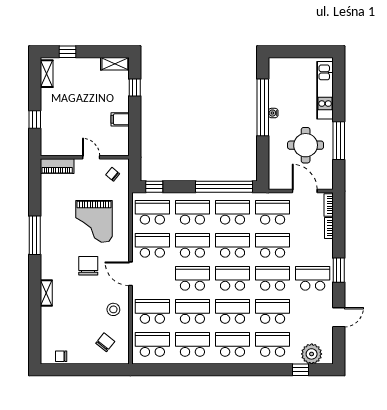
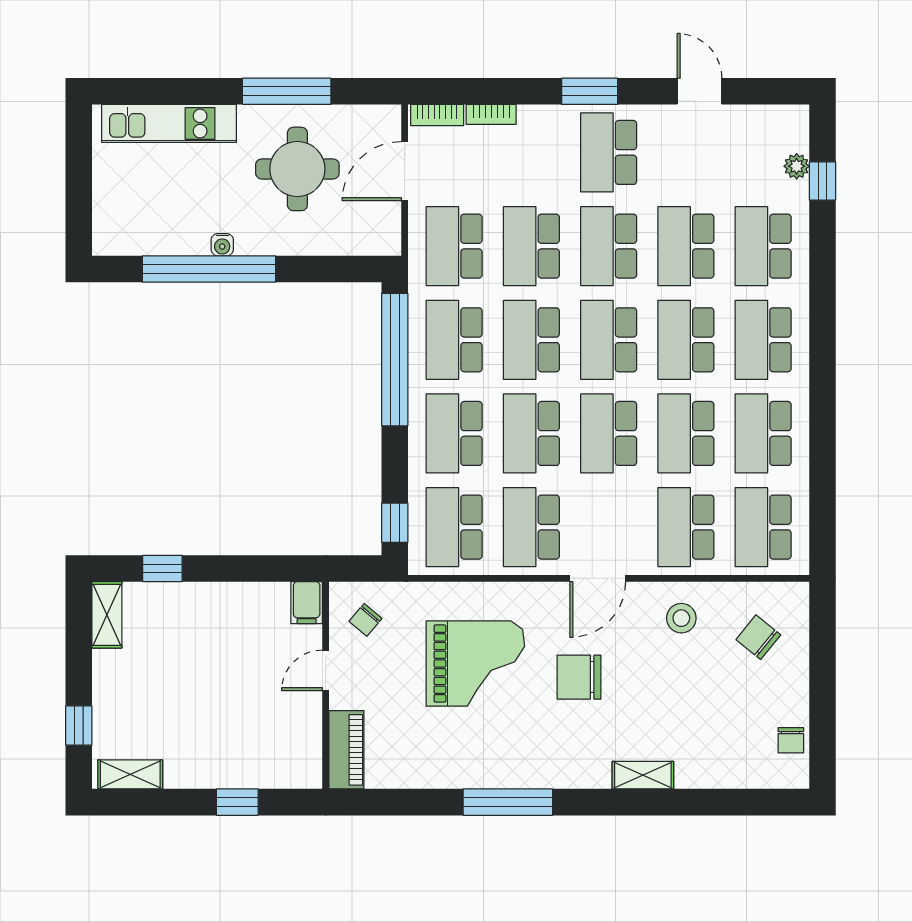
filing cabinet: (120, 119) -> (307, 603), moved
plant: (312, 354) -> (797, 166), width x0.53, depth x0.53

